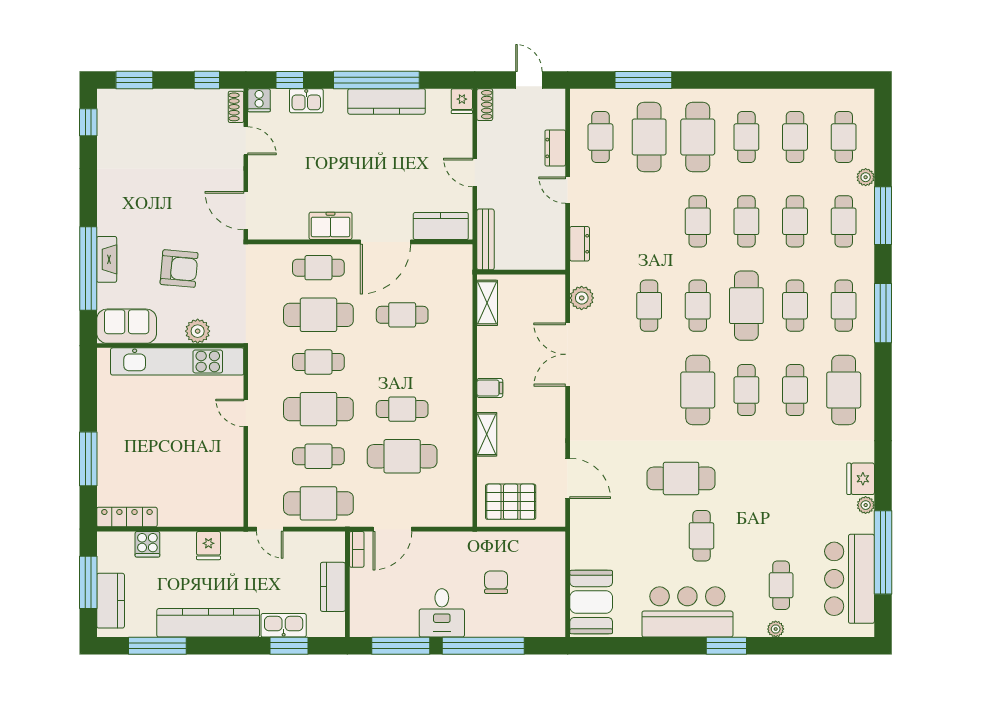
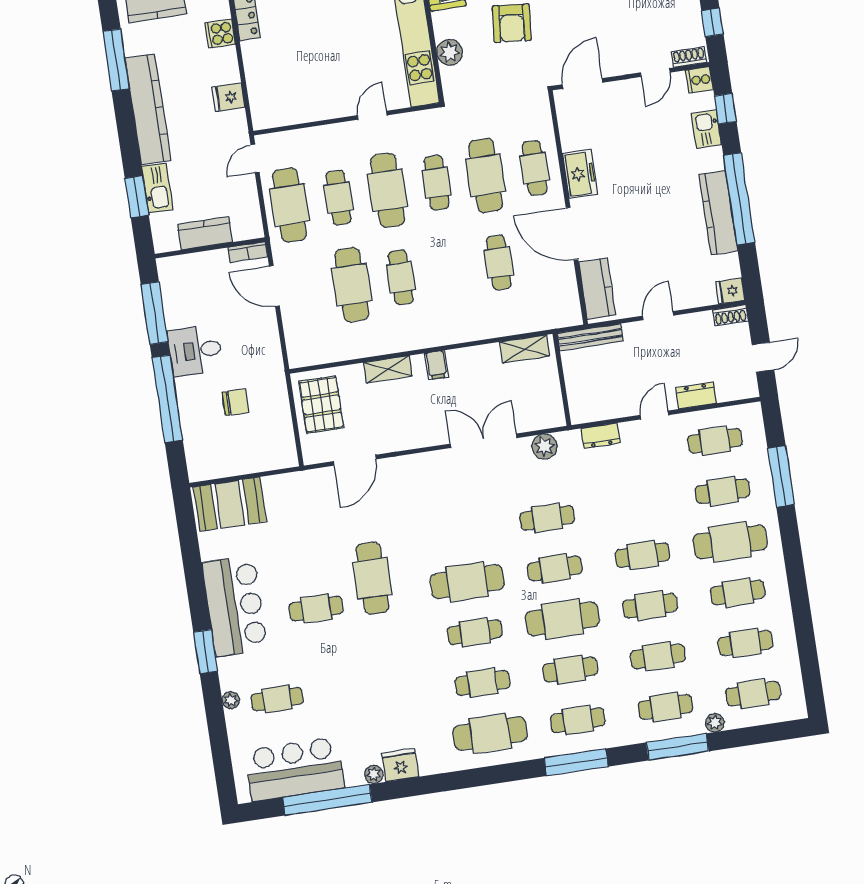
cafe table: (649, 137) -> (723, 491), width x0.73, depth x0.74

